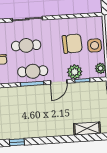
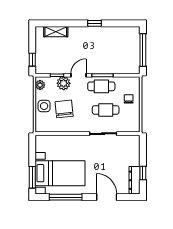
chair: (72, 44) -> (64, 109), turned 87
window: (17, 142) -> (94, 23), moved

